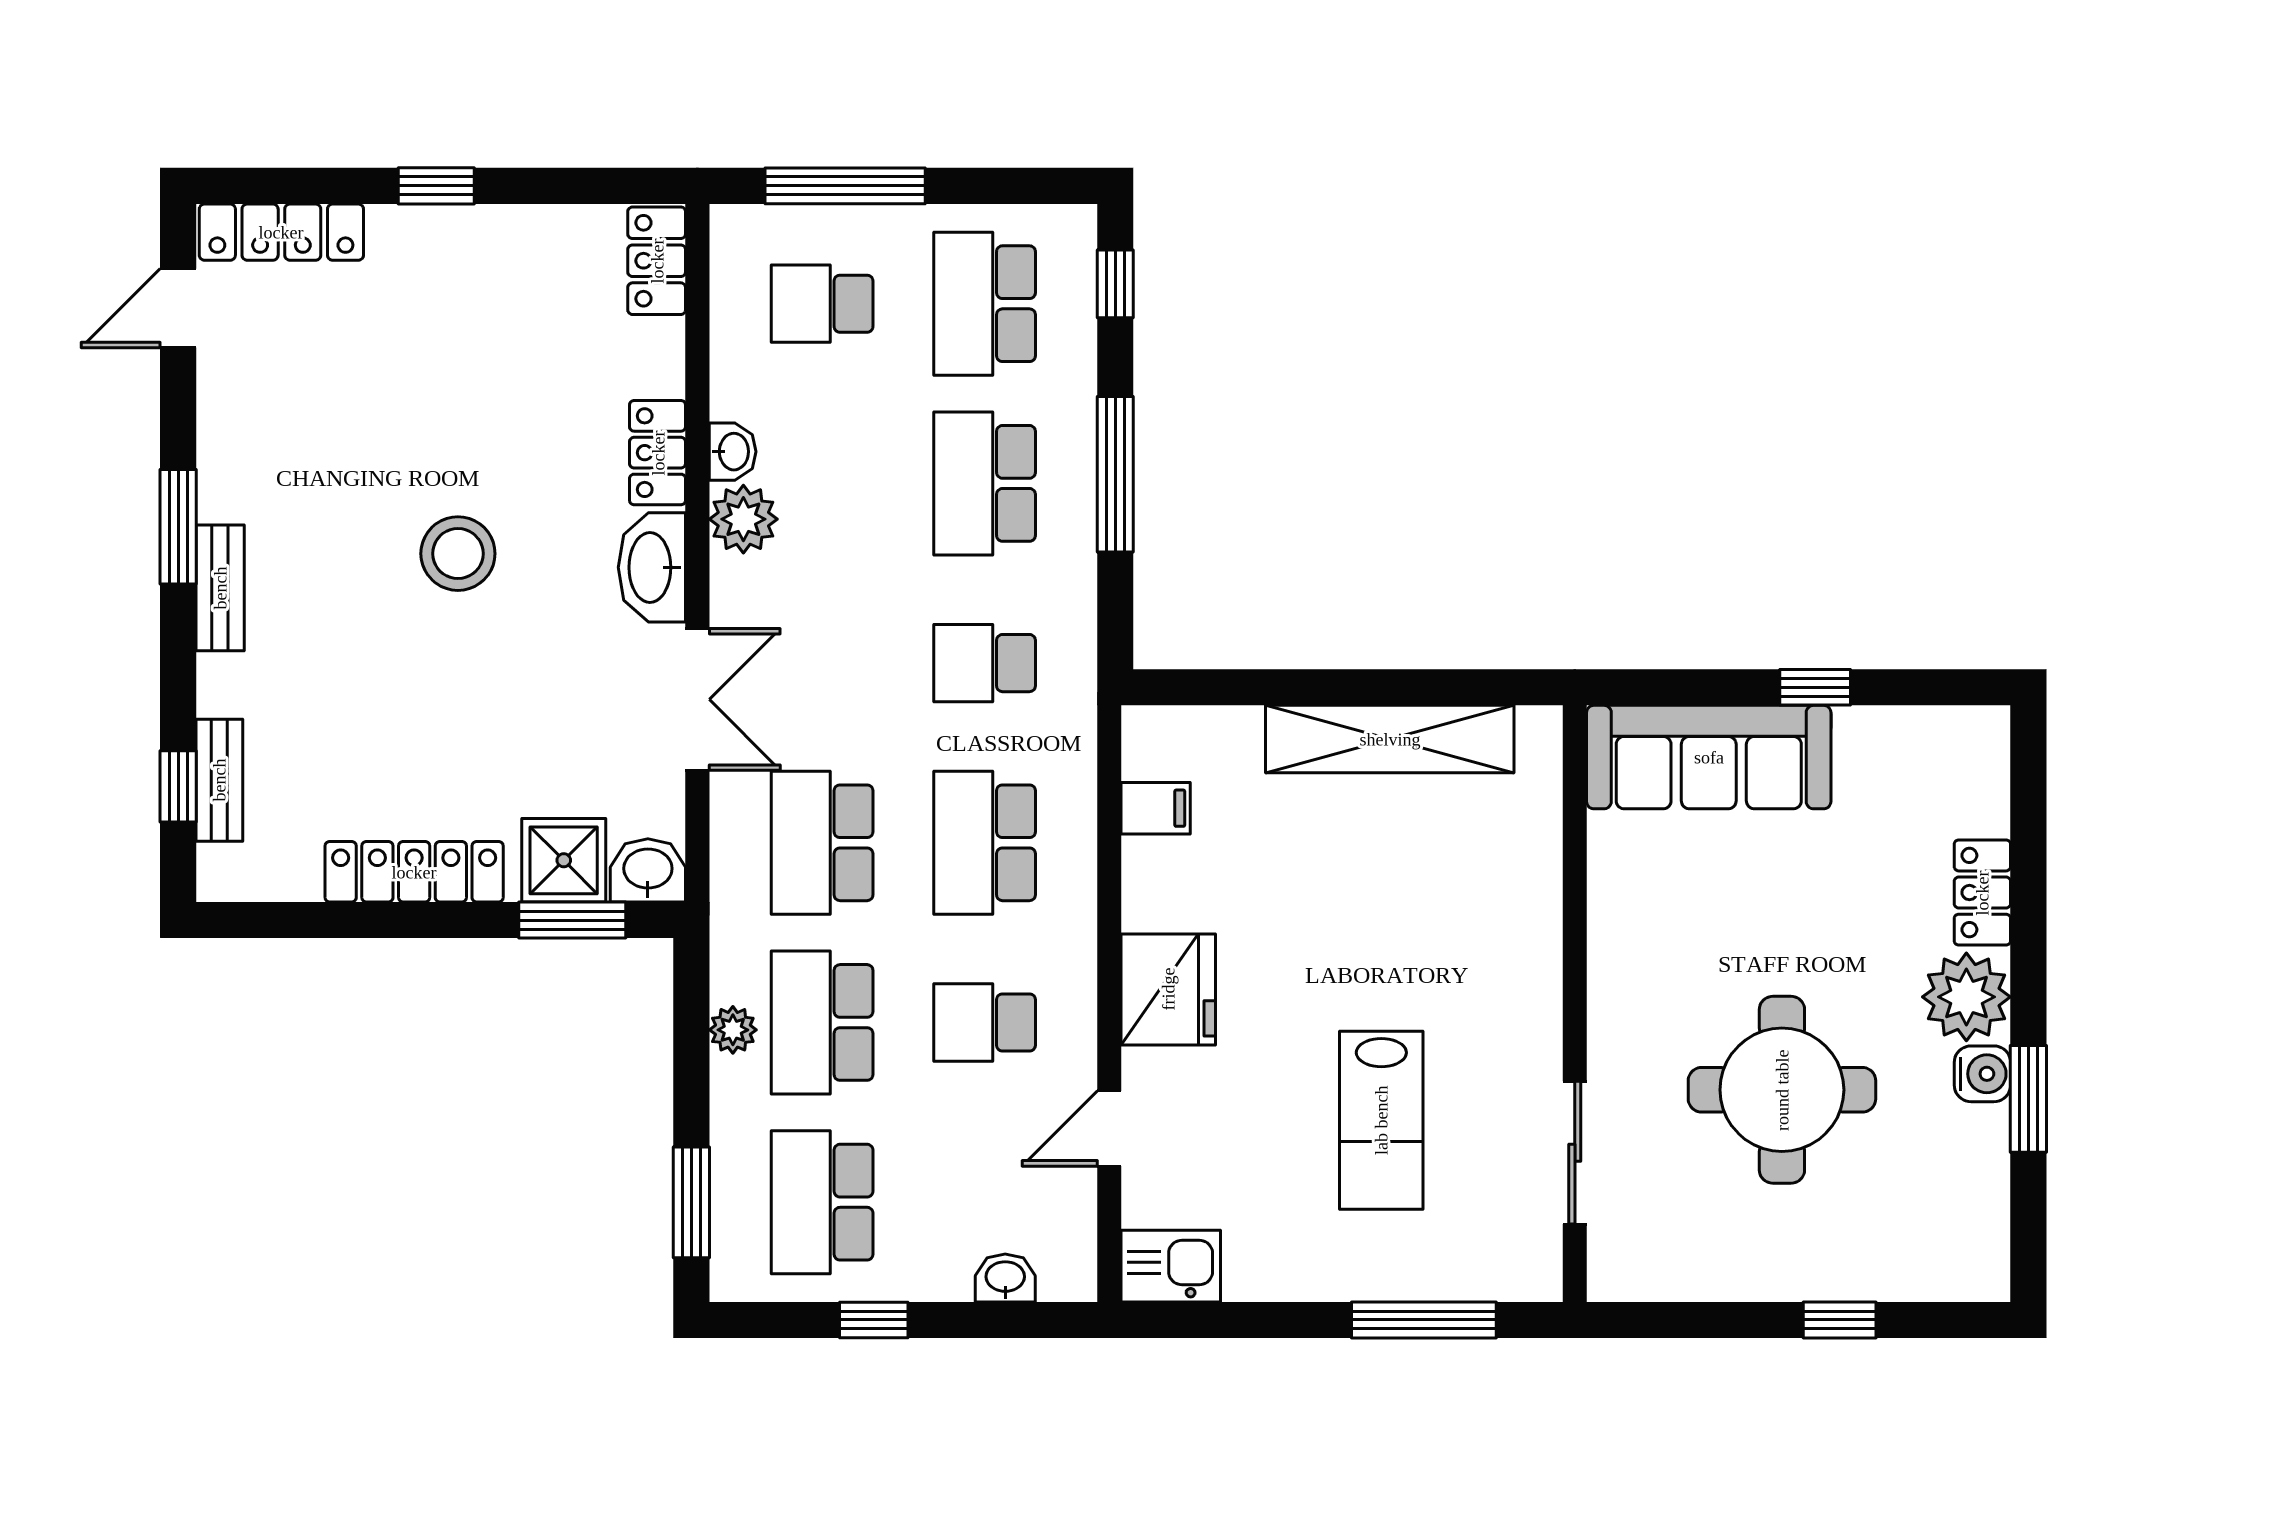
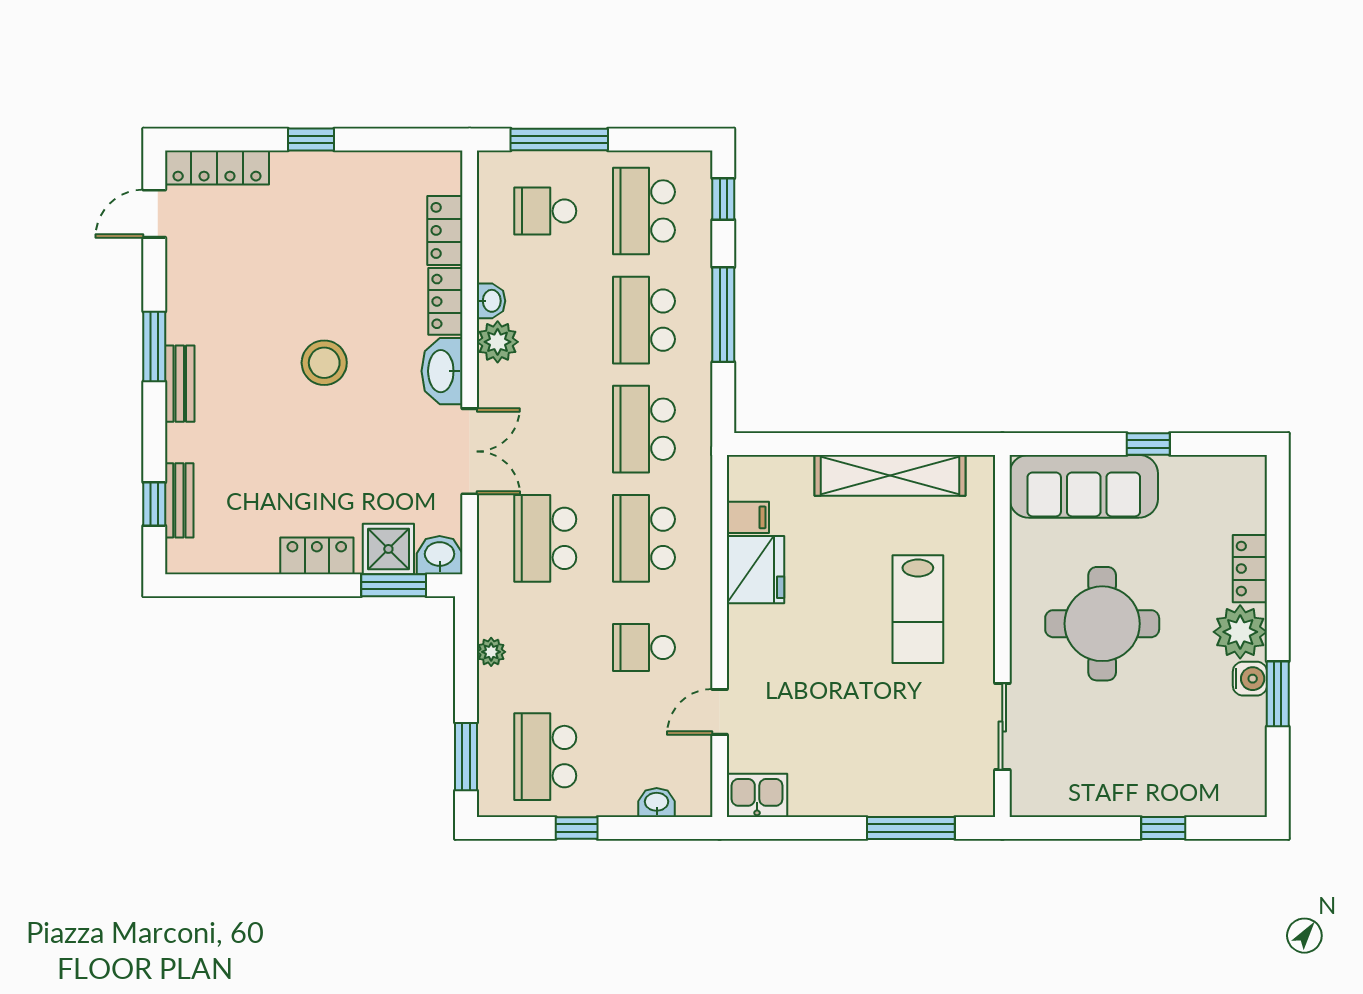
locker: (657, 261) -> (445, 230), moved
school desk: (985, 663) -> (644, 429), width x1.85
locker: (414, 872) -> (317, 556), width x0.66
fridge: (1168, 989) -> (756, 570), moved
school desk: (822, 1022) -> (545, 647), removed
round table: (1782, 1090) -> (1102, 624), moved
lab bench: (1381, 1120) -> (918, 609), moved

